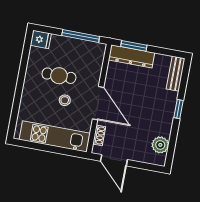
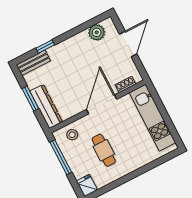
window: (134, 46) -> (30, 99), moved
stool: (65, 100) -> (72, 135), moved
window: (179, 109) -> (45, 47), moved
door: (114, 160) -> (128, 44), moved

